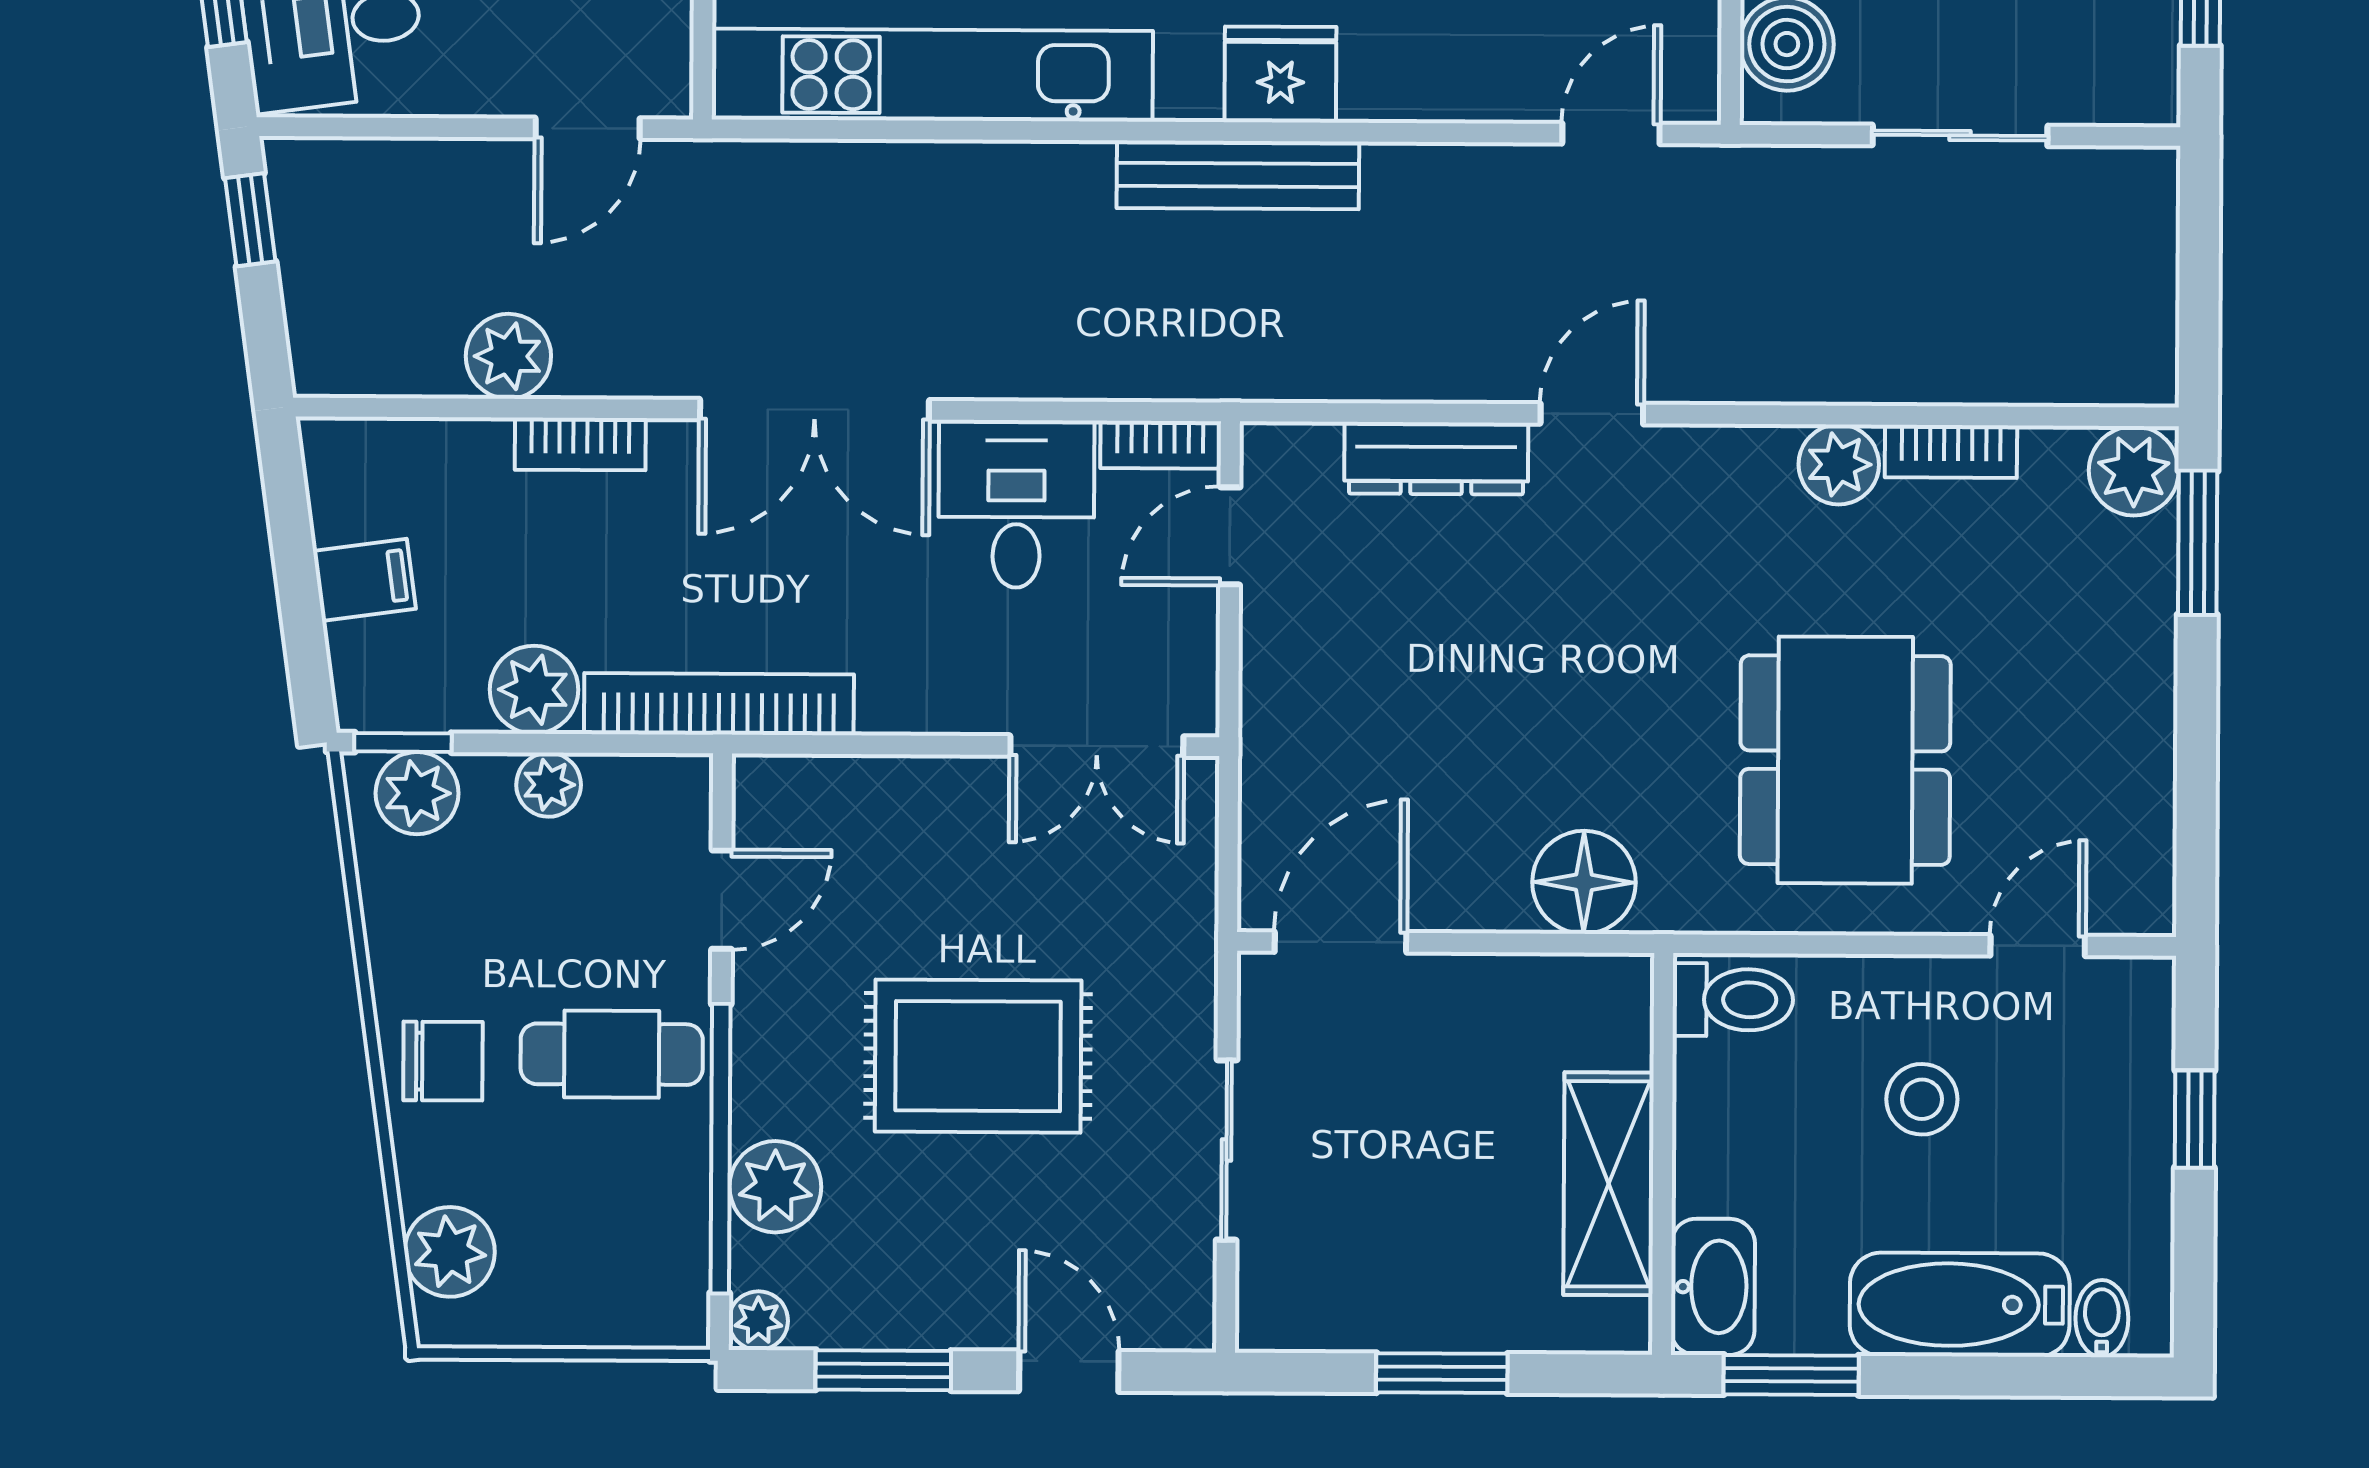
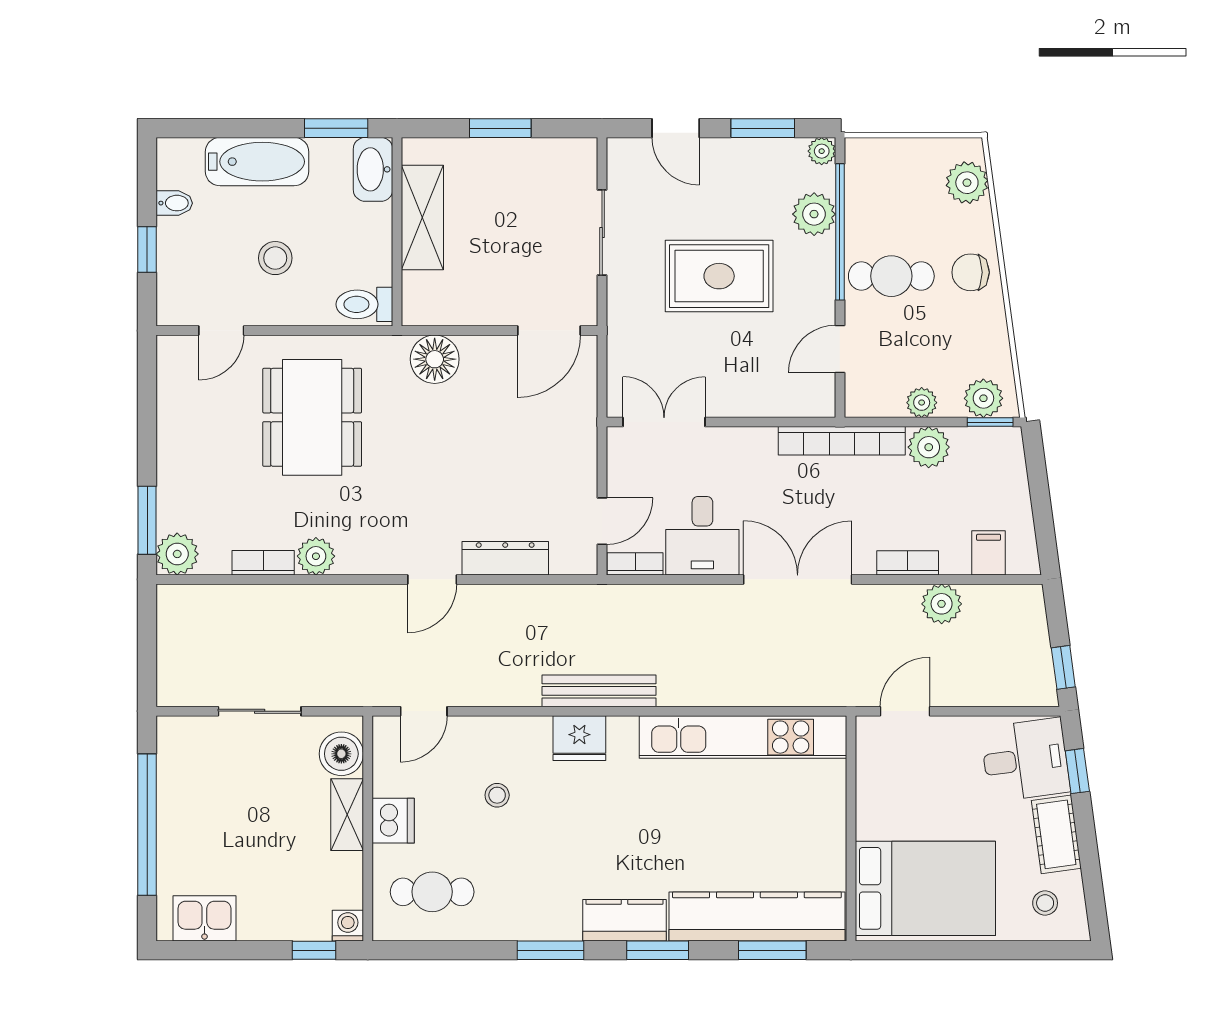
filing cabinet: (364, 580) -> (989, 553), moved, turned 98
bidet: (2102, 1318) -> (174, 203), moved, turned -90

